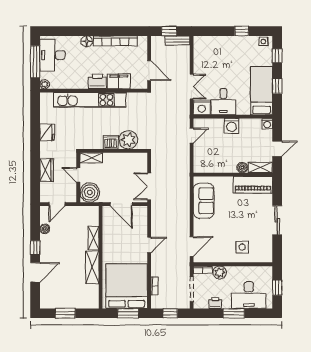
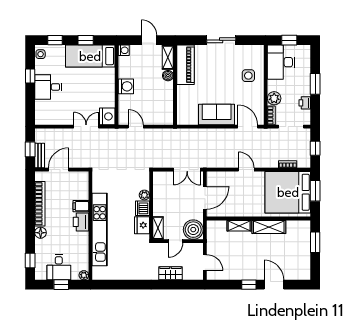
window: (59, 31) -> (30, 260), added
bench: (178, 40) -> (40, 155), moved
desk: (52, 55) -> (59, 267), width x0.73
window: (35, 62) -> (61, 285), width x0.46
door: (149, 71) -> (59, 170), moved
filing cabinet: (119, 81) -> (81, 206), width x0.50
desk: (223, 102) -> (48, 87), moved, turned 180
fridge: (47, 132) -> (142, 225), moved, turned -90
plant: (128, 140) -> (144, 195), width x0.53, depth x0.53
sofa: (204, 201) -> (217, 115), moved
boiler: (45, 229) -> (230, 275), removed
desk: (249, 295) -> (281, 62), moved, turned 180
window: (65, 313) -> (315, 242), moved

